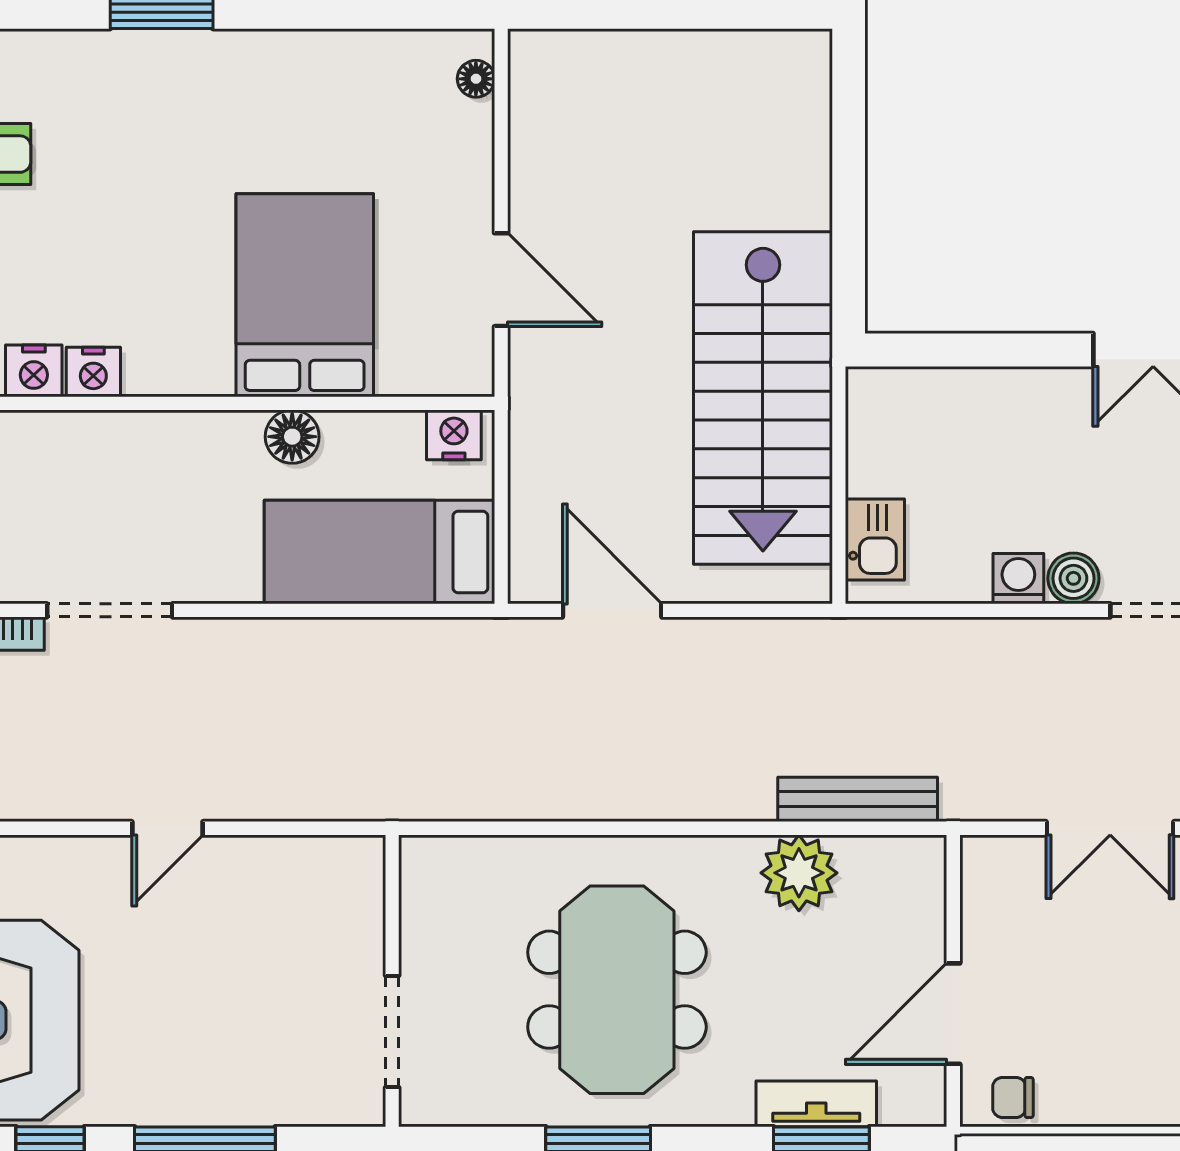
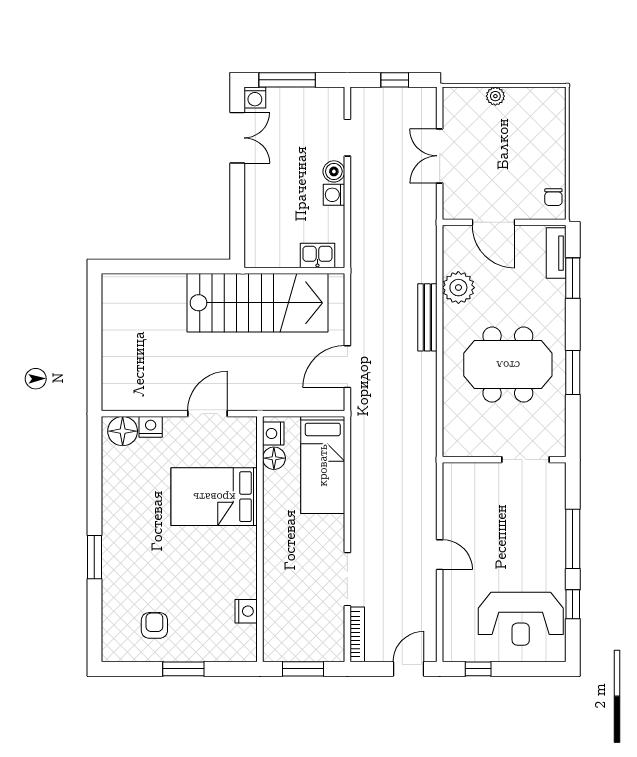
floor lamp: (476, 79) -> (123, 431), width x1.89, depth x1.89
nightstand: (93, 372) -> (151, 427), moved, turned -90
floor lamp: (292, 437) -> (274, 458), moved
bench: (858, 799) -> (427, 317), moved
double door: (1110, 828) -> (440, 156), swing flipped
door: (953, 1014) -> (493, 222), moved
tv unit: (816, 1104) -> (556, 253), moved

